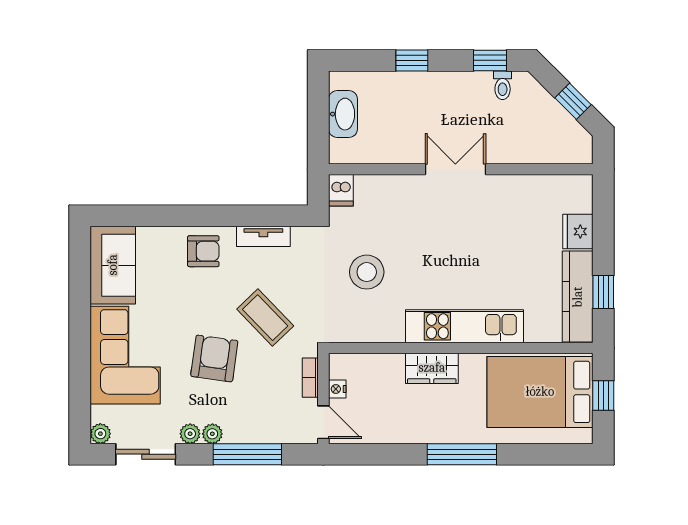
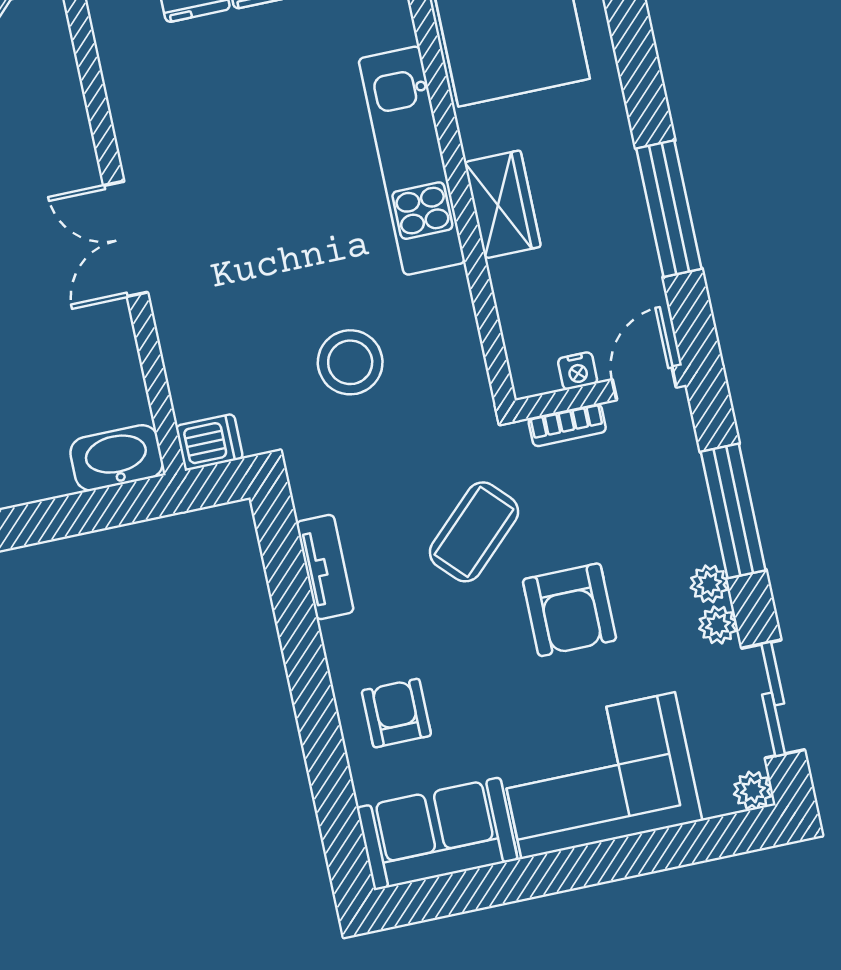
washbasin: (343, 114) -> (117, 458), moved
armchair: (203, 251) -> (396, 713), moved
armchair: (214, 358) -> (569, 610), turned -98
window: (462, 454) -> (669, 209), moved

